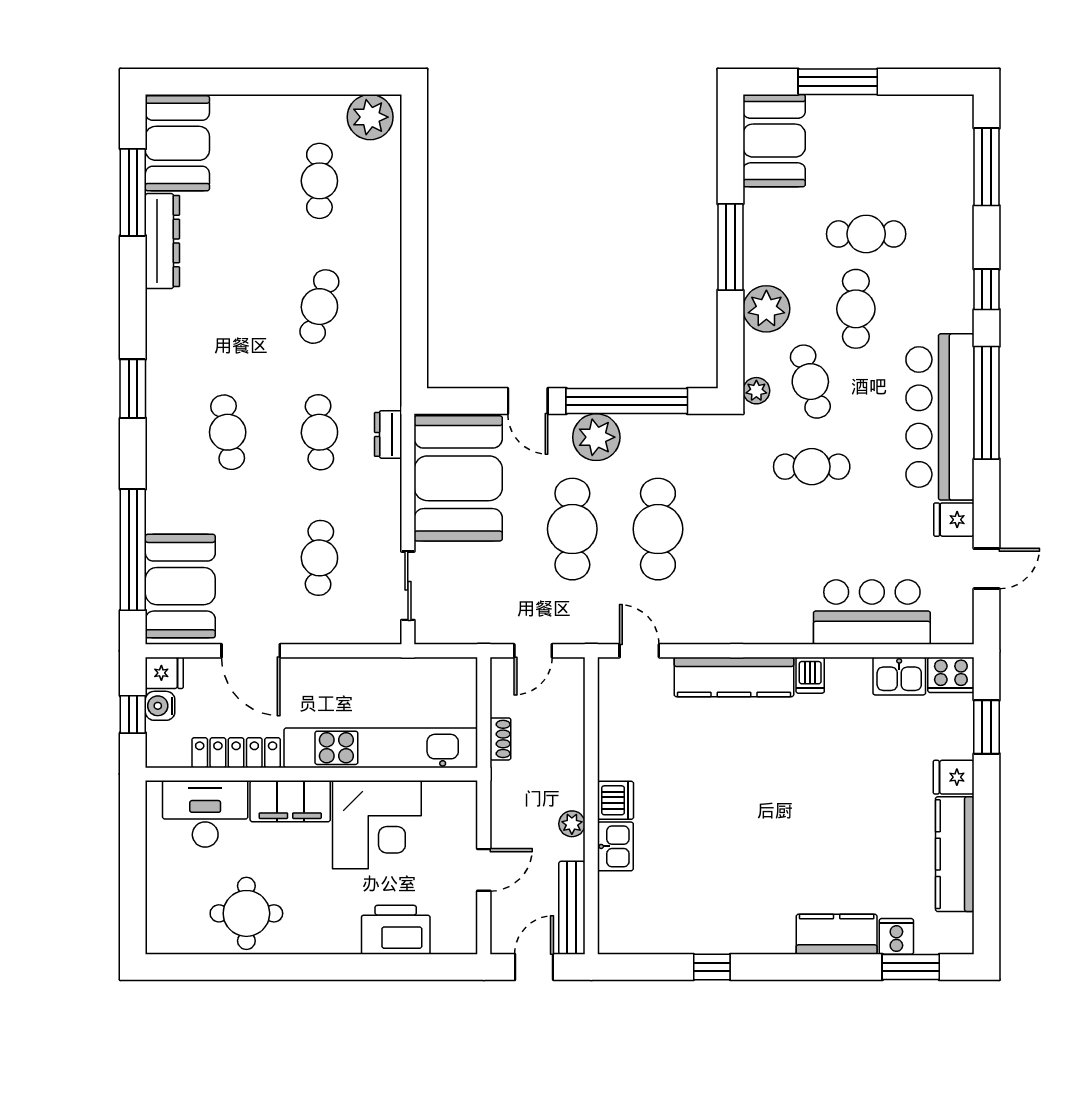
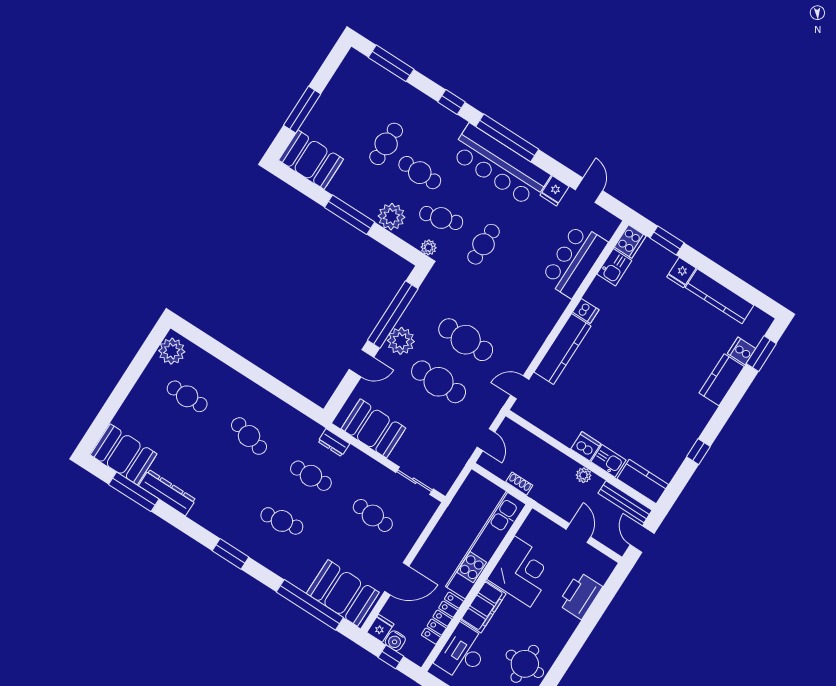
booth: (458, 478) -> (373, 428), width x0.73, depth x0.70
kitchen counter: (617, 915) -> (643, 482), added

